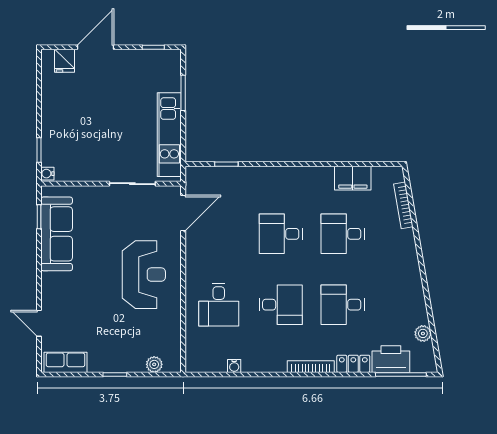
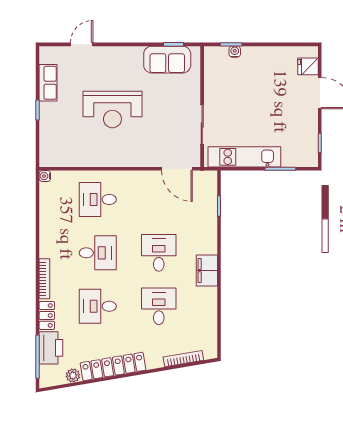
water cooler: (47, 174) -> (235, 52), moved
filing cabinet: (353, 178) -> (207, 271), moved
sofa: (57, 234) -> (167, 60), width x0.73
reception desk: (144, 275) -> (112, 109), moved
locker: (412, 287) -> (113, 366), added
desk: (281, 305) -> (98, 253), turned -90
desk: (343, 305) -> (98, 306), turned -90
row of seats: (65, 362) -> (48, 83), moved
plant: (154, 364) -> (46, 144), removed
water cooler: (234, 366) -> (45, 176), moved

